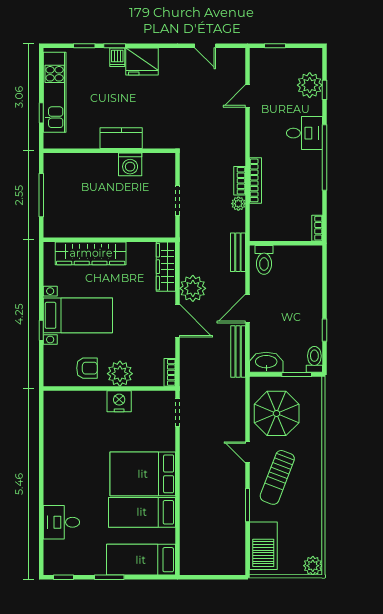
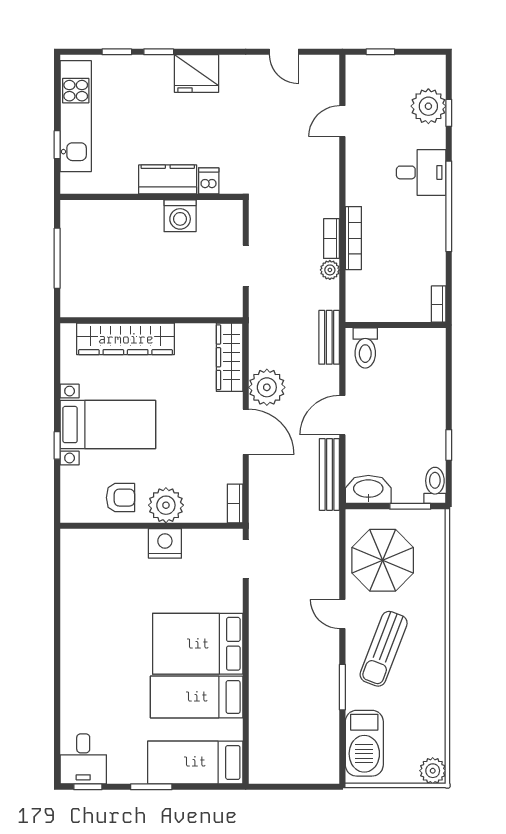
dishwasher: (117, 57) -> (209, 181), moved, turned 180
desk: (61, 522) -> (83, 759), moved, turned -90

